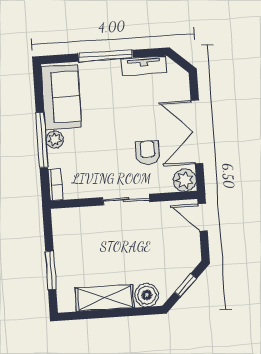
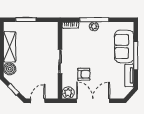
sofa: (61, 97) -> (124, 47), moved, turned 90
door: (203, 217) -> (38, 101), moved

